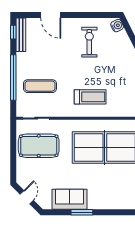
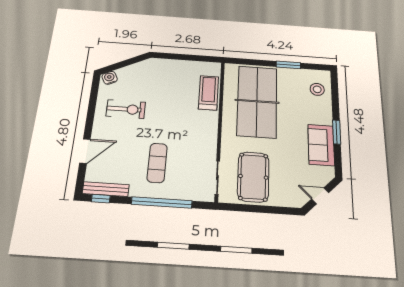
exercise bike: (89, 42) -> (126, 109), turned 180
exercise mat: (40, 86) -> (157, 163), moved
treadmill: (90, 97) -> (209, 93), moved
stool: (120, 198) -> (317, 89), added

